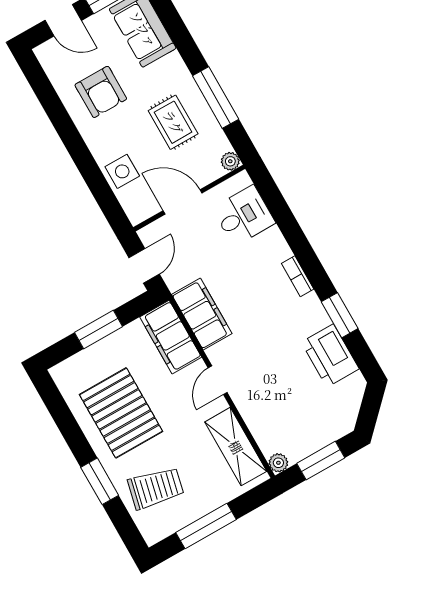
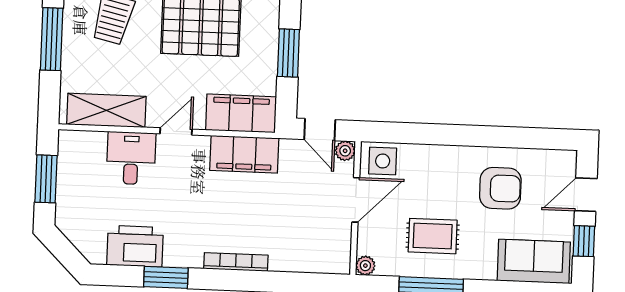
armchair: (101, 92) -> (500, 188), turned 180
side table: (122, 171) -> (383, 161), moved
desk: (244, 216) -> (131, 158), moved, turned 180
bookcase: (298, 276) -> (236, 262), width x1.56
door: (218, 380) -> (176, 131), hinge flipped
plant: (278, 463) -> (345, 151), moved

